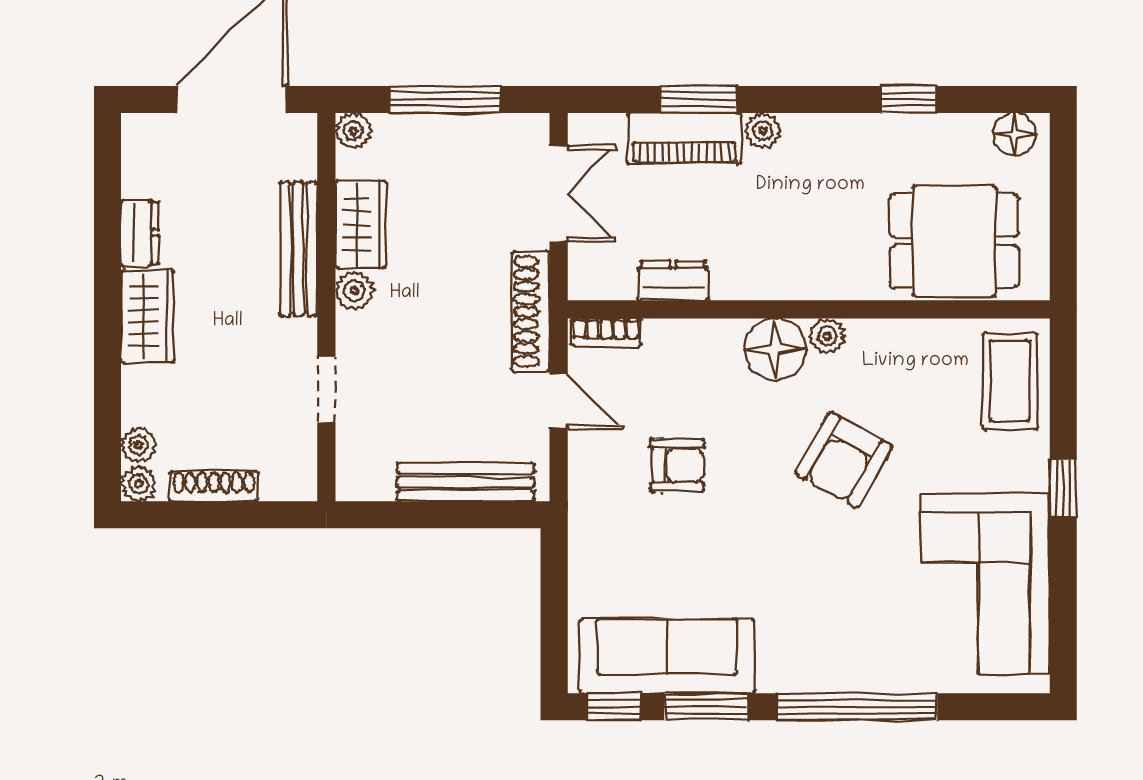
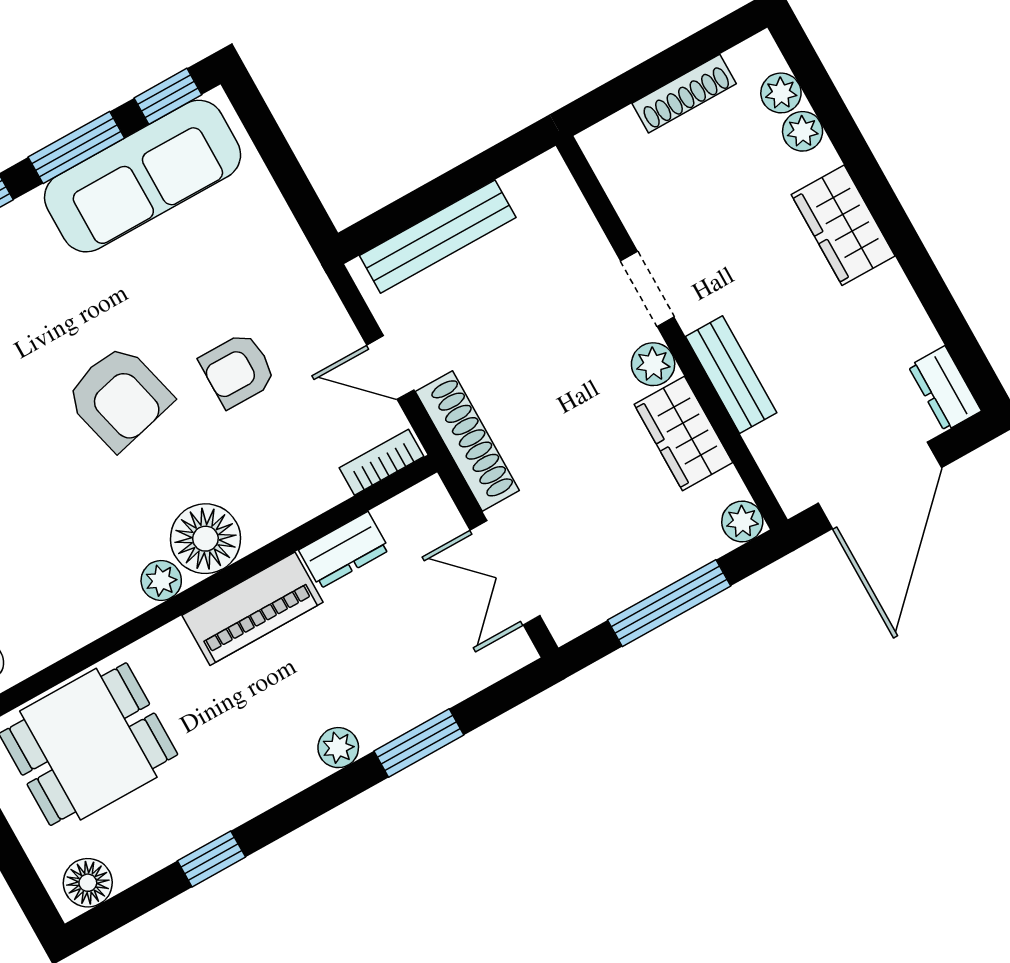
piano: (684, 138) -> (252, 609), moved, turned 180
dresser: (140, 233) -> (945, 389), moved
bench: (299, 249) -> (731, 375), width x0.73
doorway: (326, 389) -> (647, 289), moved
armchair: (844, 460) -> (119, 397), moved, turned 137
plant: (139, 484) -> (803, 131), moved

